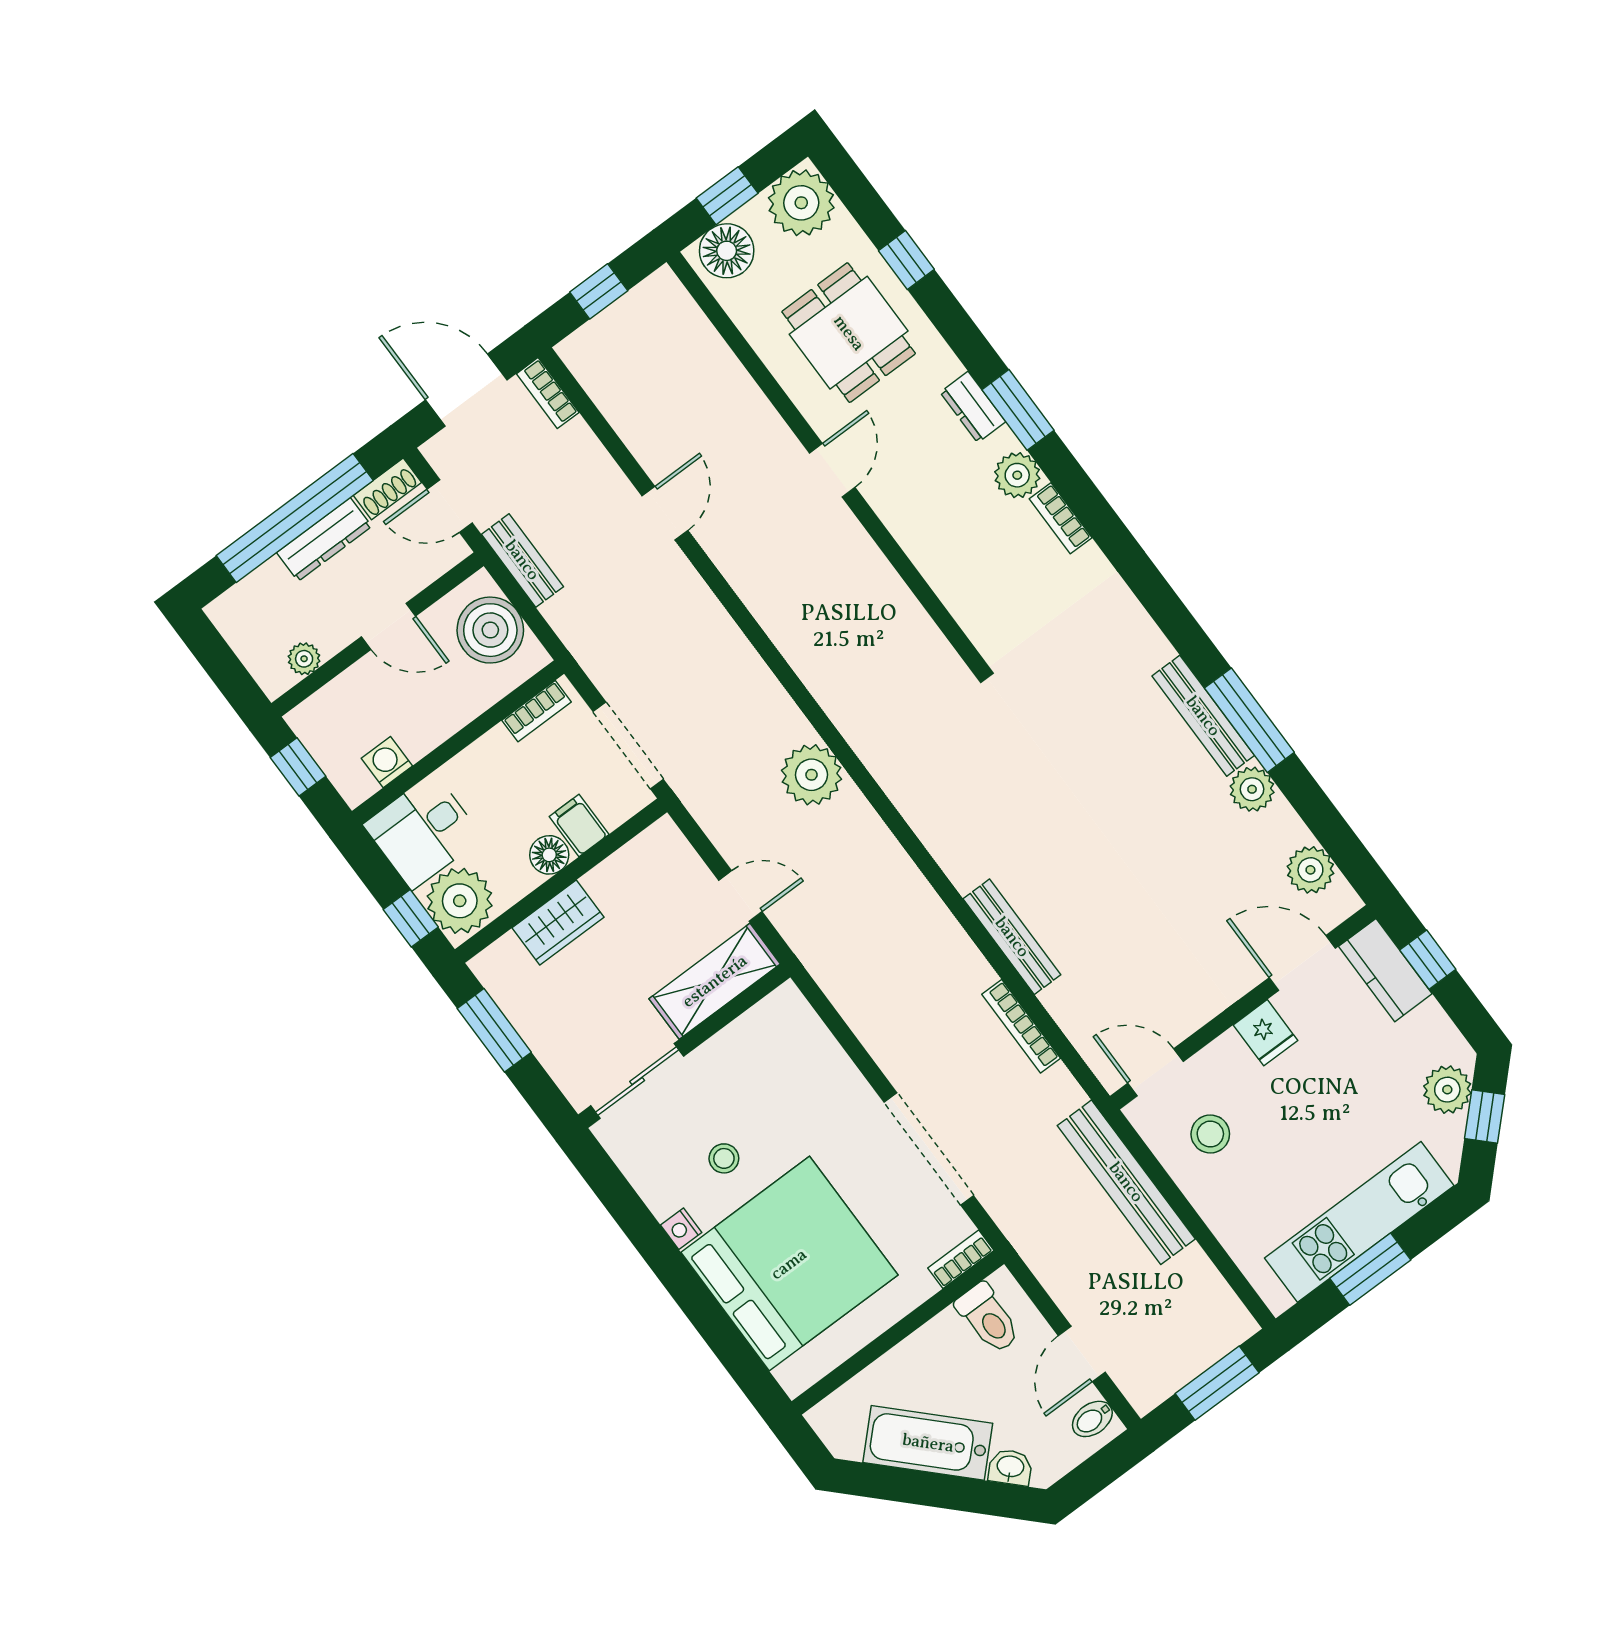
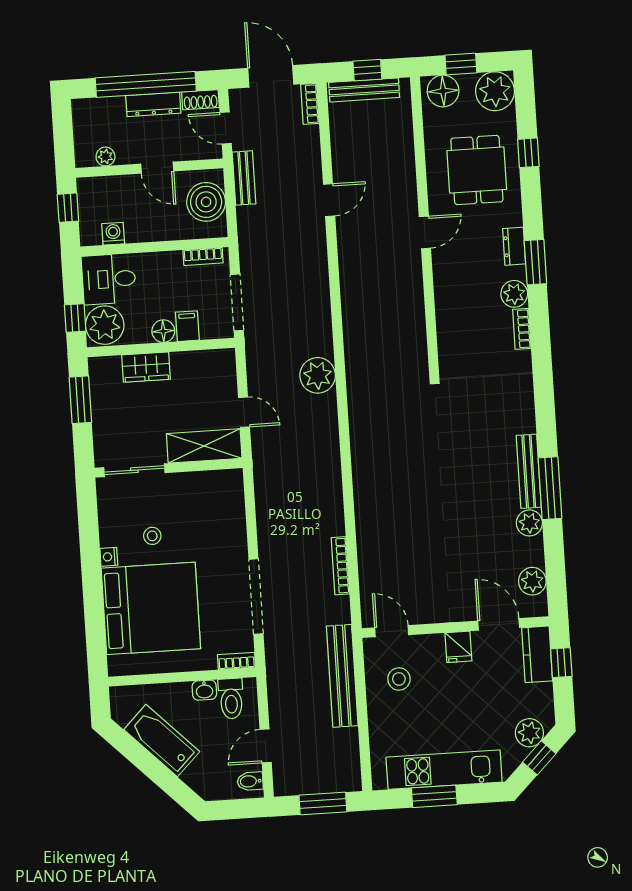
bench: (1012, 937) -> (364, 90), moved, turned 90
washbasin: (1010, 1467) -> (204, 690), moved, turned 135

